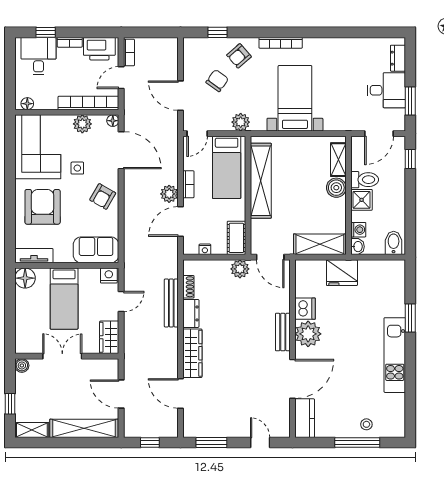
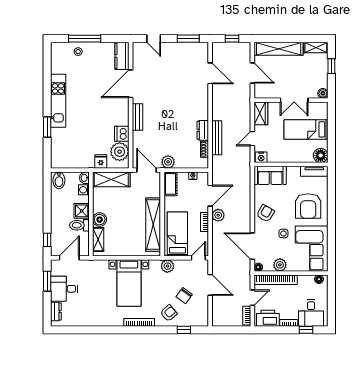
fridge: (342, 273) -> (101, 162), width x0.53, depth x0.75
bed: (64, 299) -> (306, 129), moved, turned -90
plant: (308, 334) -> (120, 152), moved
wardrobe: (192, 353) -> (202, 102), removed

